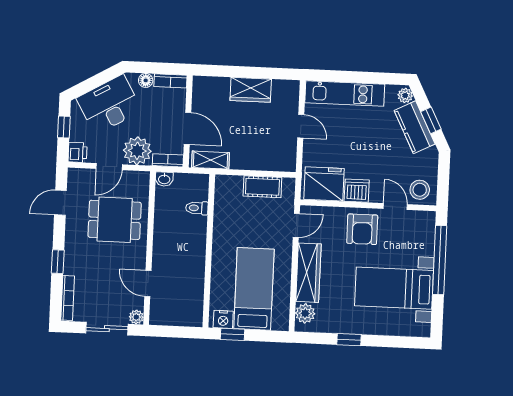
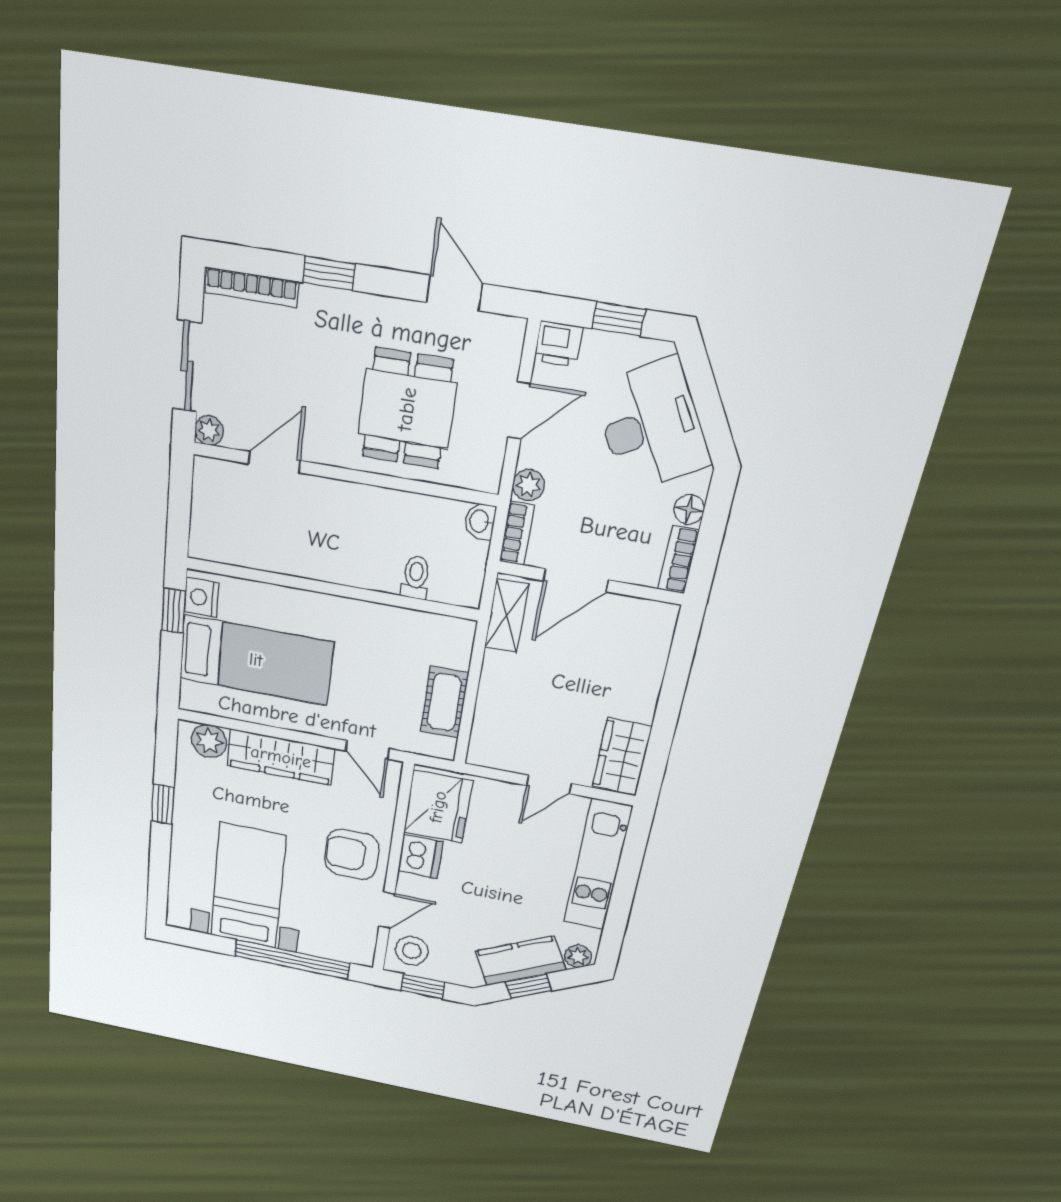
wardrobe: (251, 90) -> (622, 756), moved
plant: (137, 151) -> (528, 485), width x0.53, depth x0.53
door: (109, 167) -> (519, 410), swing flipped
window: (443, 181) -> (423, 986), added

